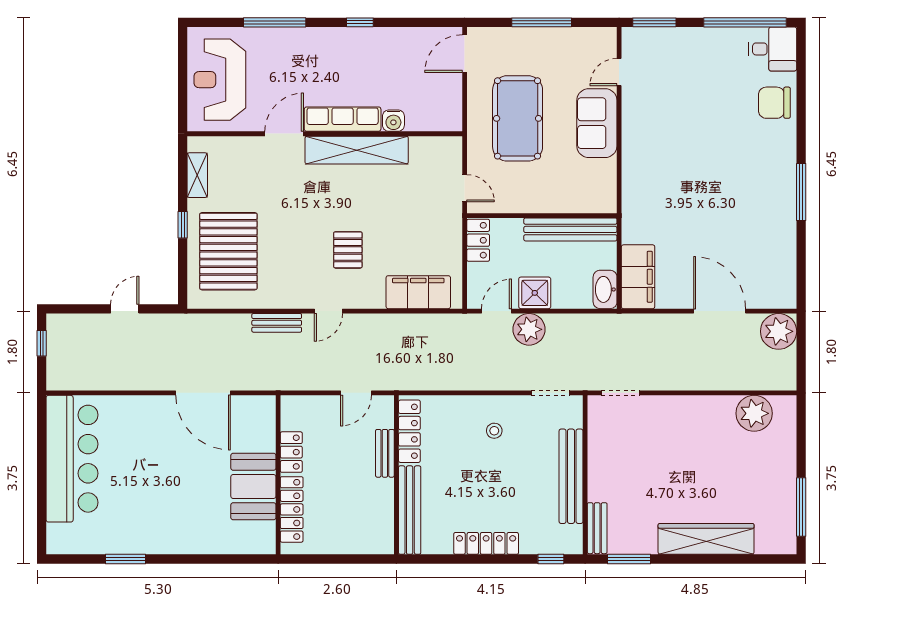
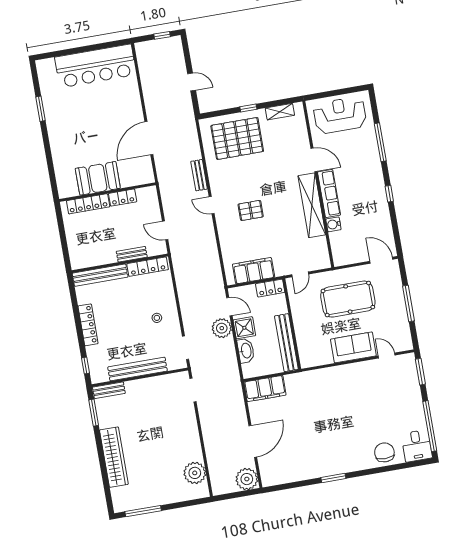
window: (801, 192) -> (333, 478), width x0.69
washbasin: (605, 289) -> (246, 351), moved, turned 90
filing cabinet: (418, 292) -> (254, 271), moved, turned -90

